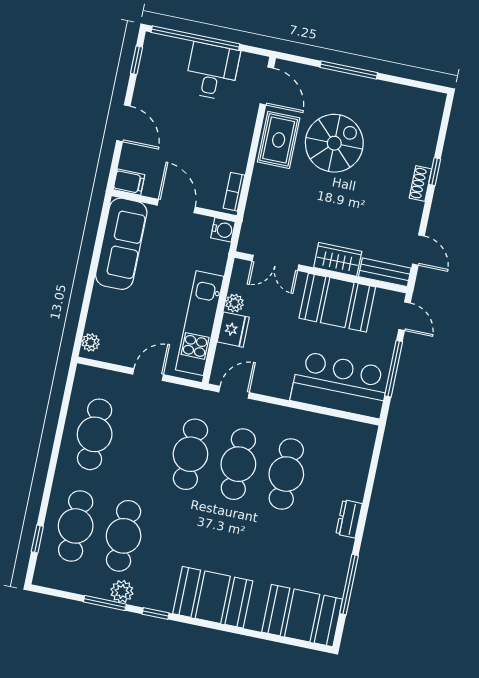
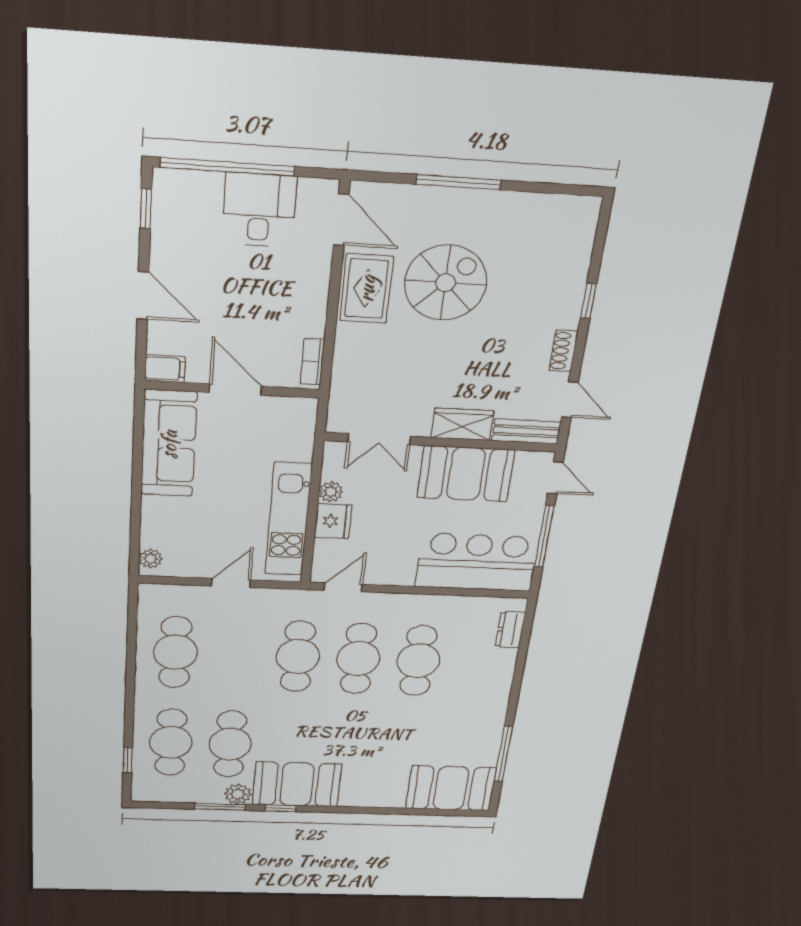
shoe rack: (420, 183) -> (564, 351), moved
water cooler: (223, 230) -> (304, 410), removed
dresser: (349, 519) -> (510, 630), moved
booth: (213, 597) -> (297, 784), moved

